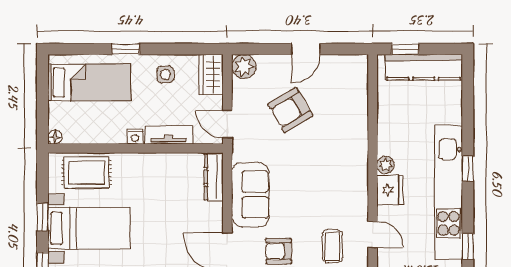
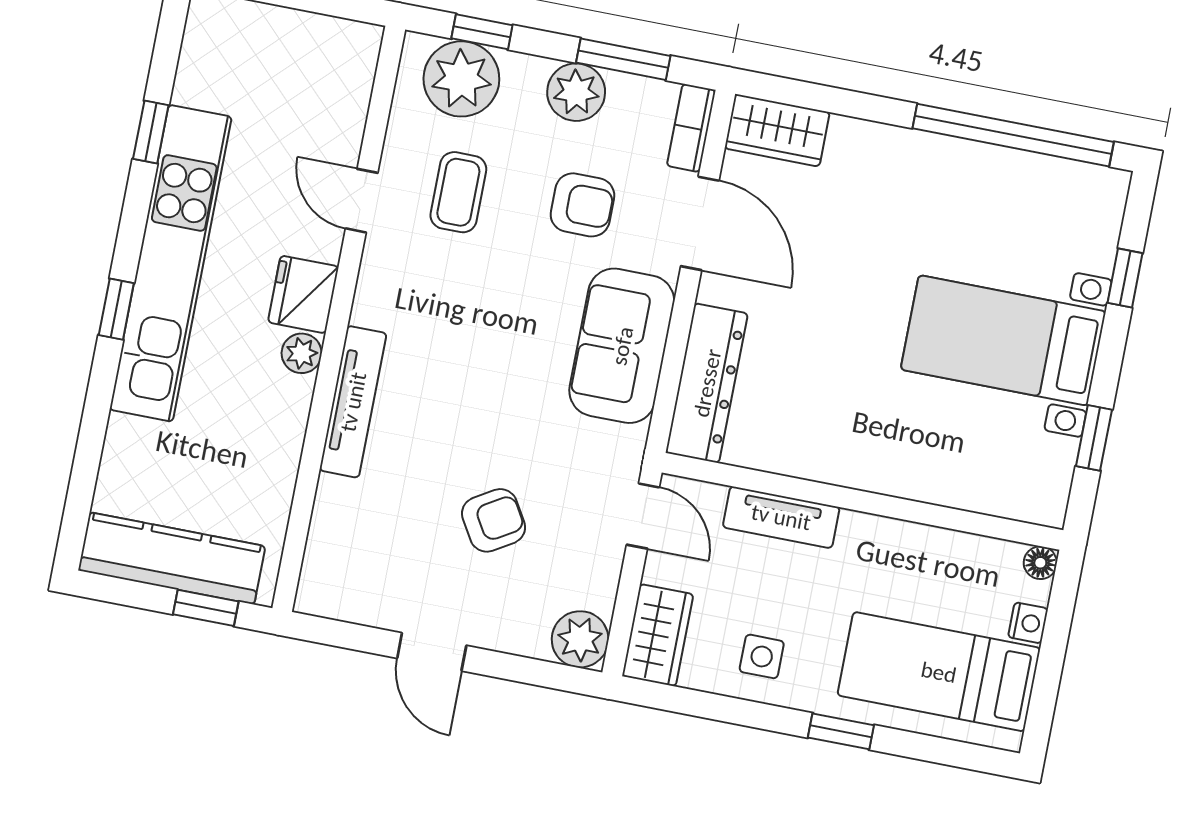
door: (306, 49) -> (432, 652), swing flipped
armchair: (290, 110) -> (494, 520), width x0.72, depth x0.72
nightstand: (135, 137) -> (1028, 623), moved, turned 90
tv unit: (360, 149) -> (353, 402), added
rug: (87, 173) -> (984, 468), removed
dresser: (214, 177) -> (707, 383), width x1.37, depth x1.24
window: (42, 217) -> (1094, 438), moved

